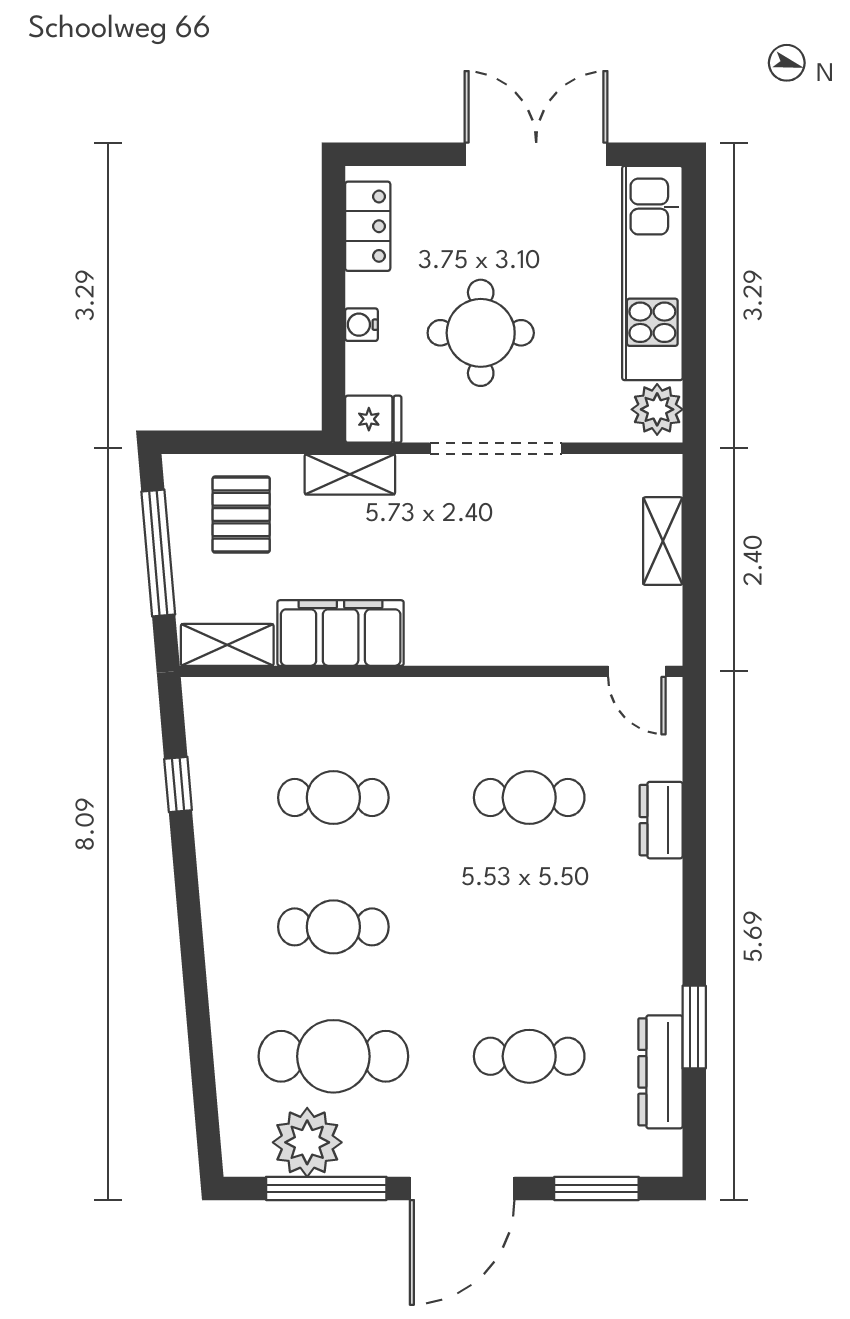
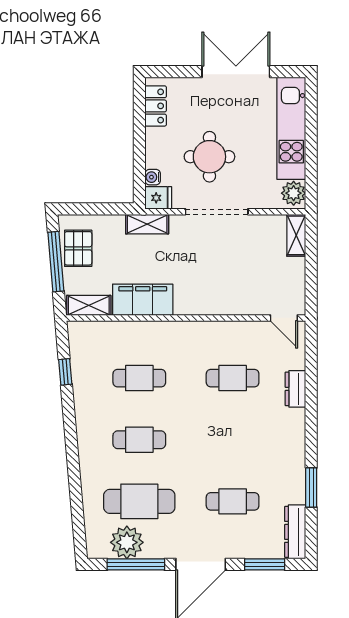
water cooler: (361, 325) -> (153, 177), moved
pallet: (241, 515) -> (78, 248), moved
shelving: (663, 541) -> (296, 235), moved
dresser: (660, 1072) -> (295, 532), moved

